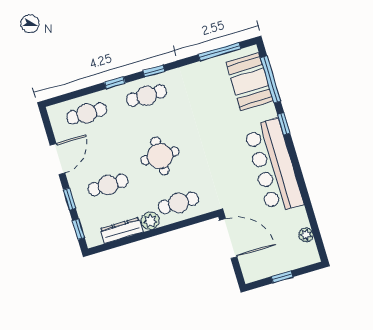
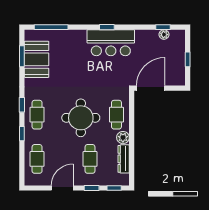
window: (219, 52) -> (22, 56), width x0.69
booth: (250, 82) -> (37, 59), moved, turned 90
window: (284, 124) -> (107, 27), moved
round table: (160, 156) -> (81, 118), width x1.36, depth x1.36
door: (58, 159) -> (62, 188), hinge flipped
bar counter: (274, 166) -> (111, 43), width x0.73
window: (316, 231) -> (163, 27), added

